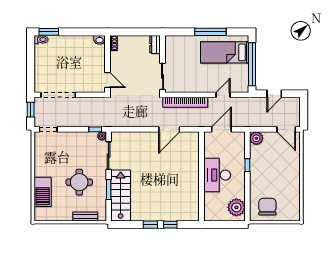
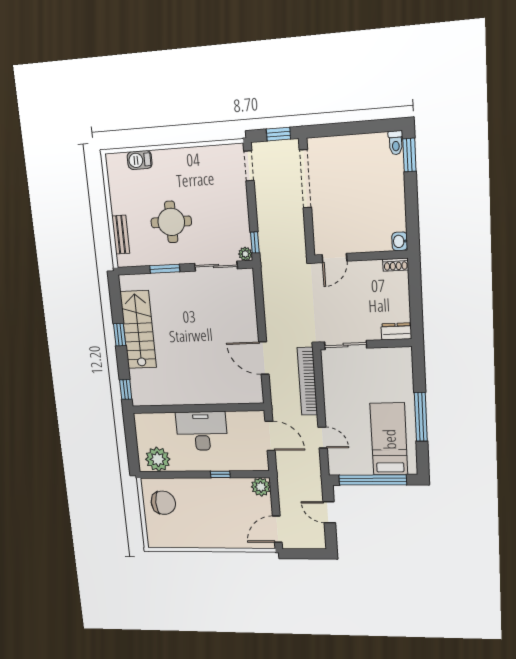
barbecue: (43, 192) -> (140, 160), width x0.53, depth x0.65
stairs: (121, 195) -> (138, 330), moved, turned -90
window: (170, 225) -> (126, 389), moved

